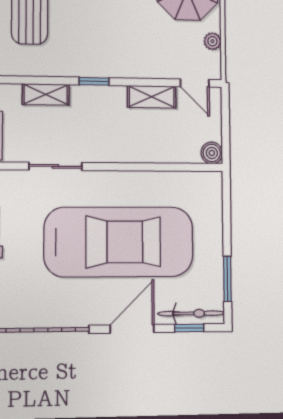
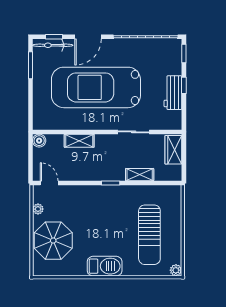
shelving: (152, 97) -> (79, 141), moved

